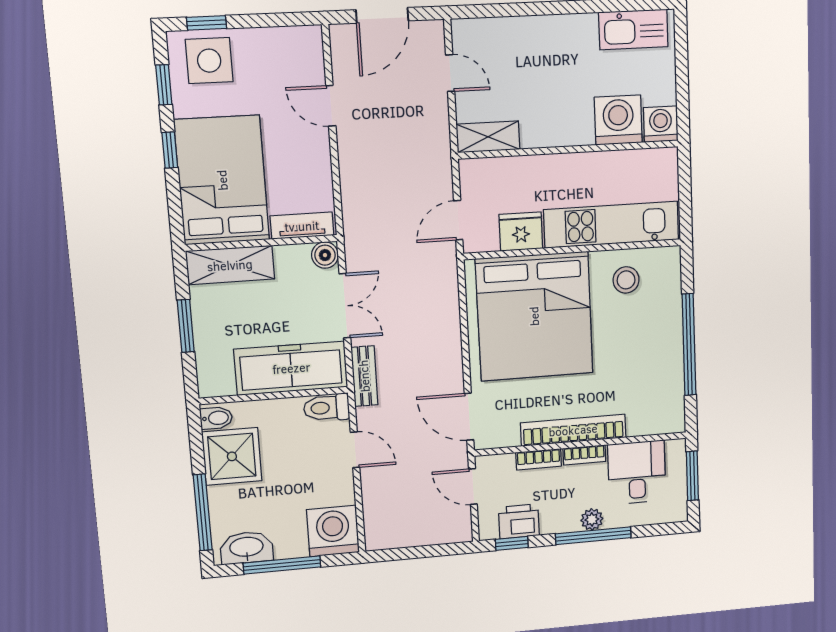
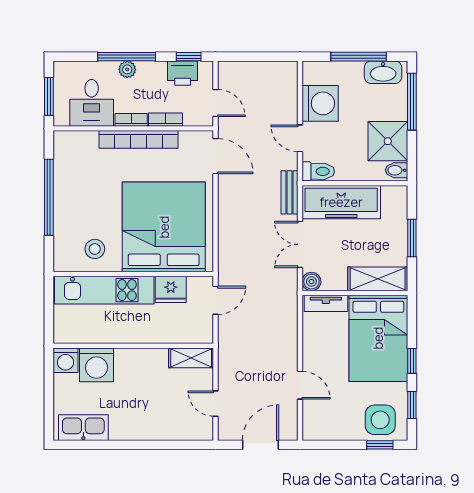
washing machine: (333, 531) -> (320, 103), moved, turned -90

